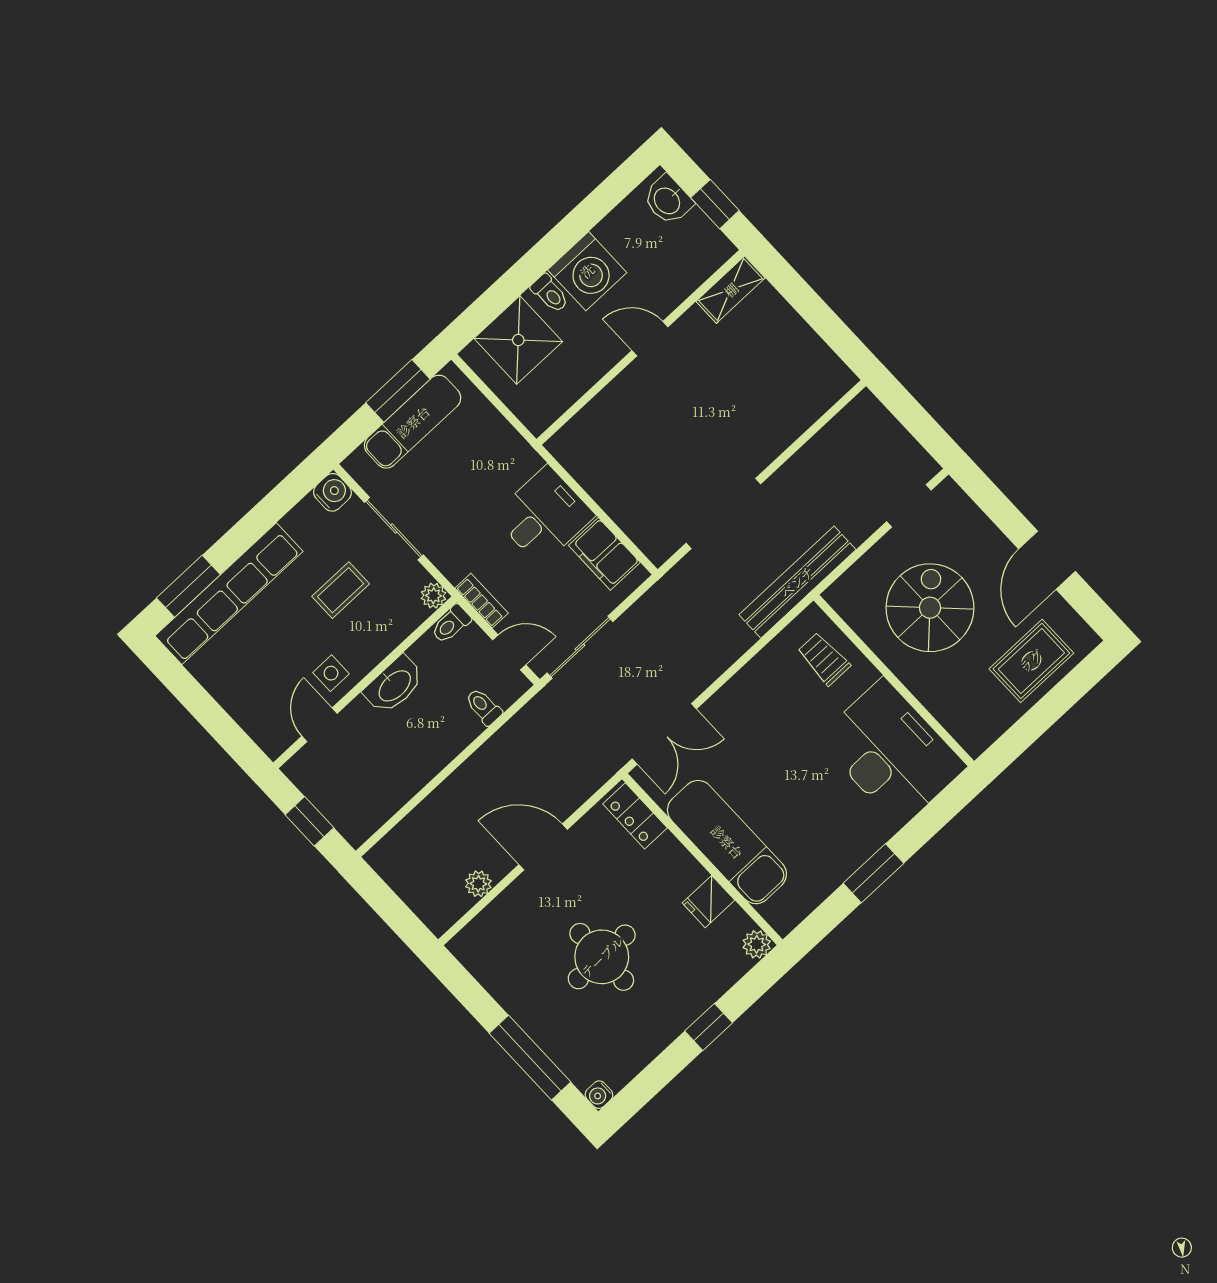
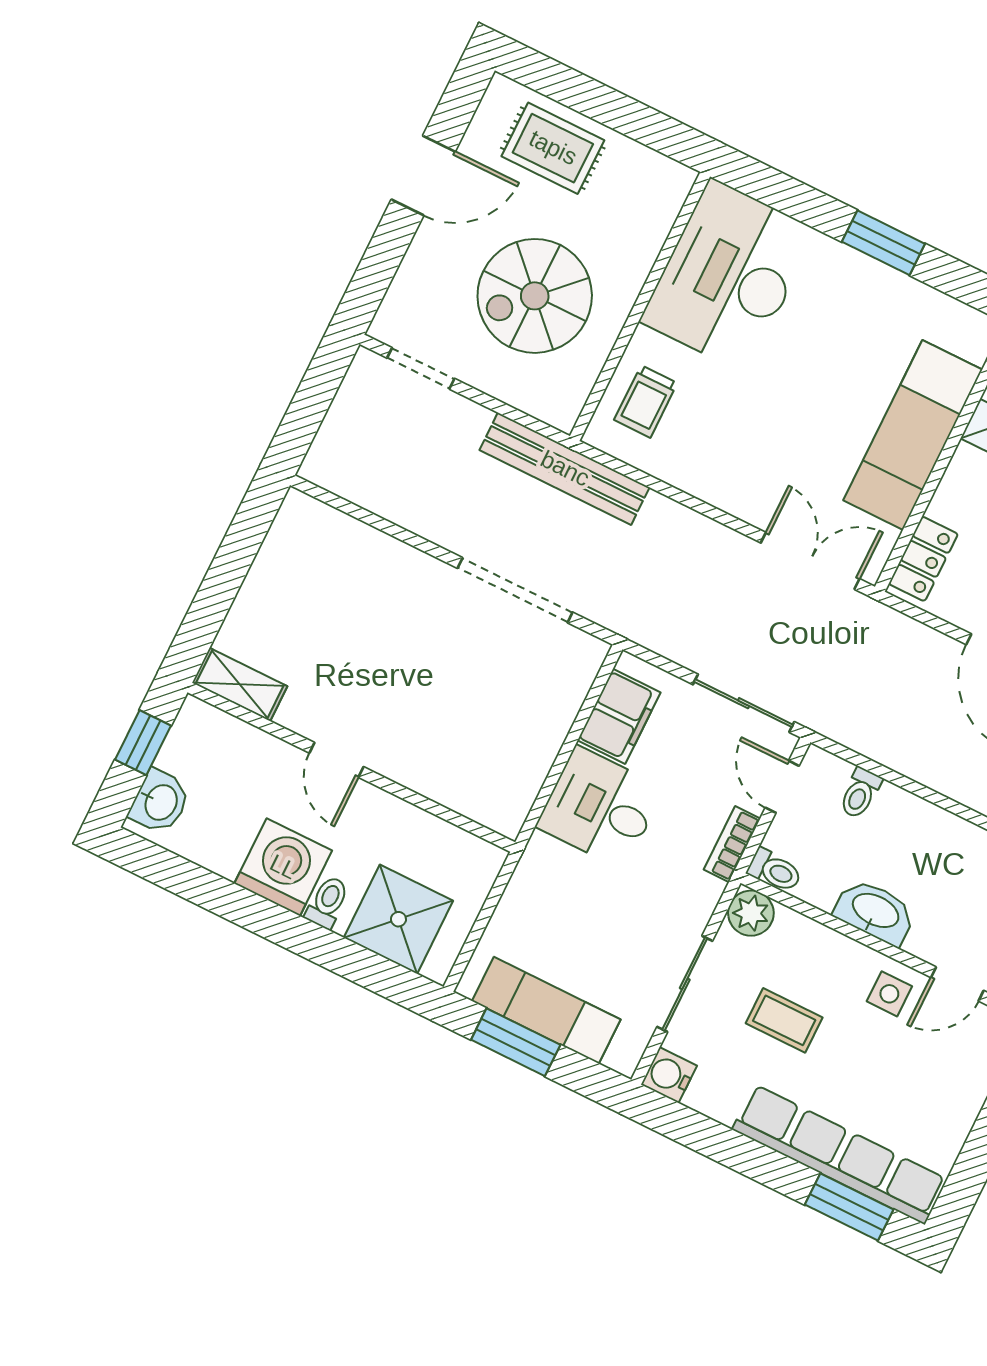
plant: (433, 596) -> (751, 913), width x1.38, depth x1.38

